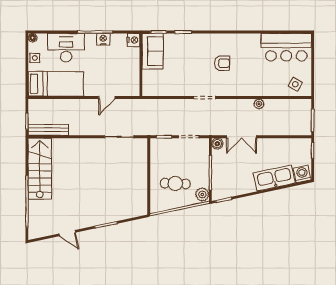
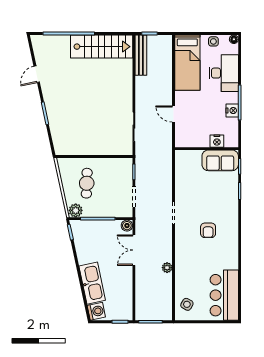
nightstand: (133, 40) -> (217, 141), moved

